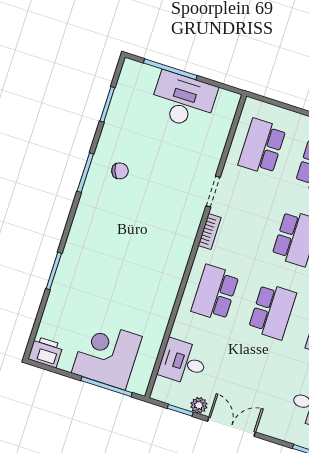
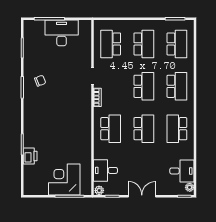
school desk: (215, 293) -> (111, 129), turned 180
printer: (46, 352) -> (30, 156), moved, turned 90
plant: (199, 405) -> (99, 190), moved

